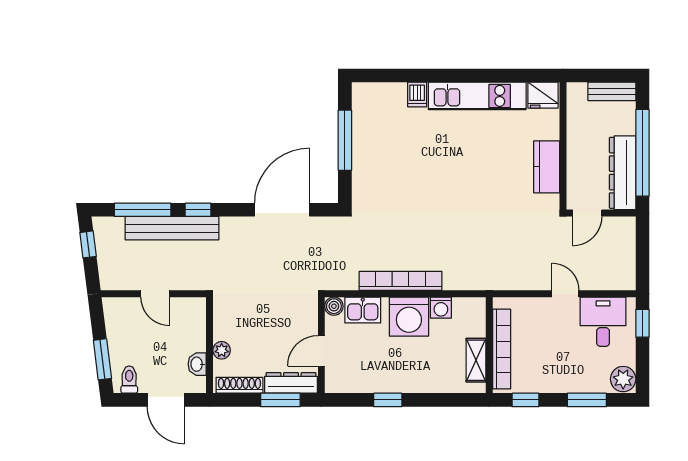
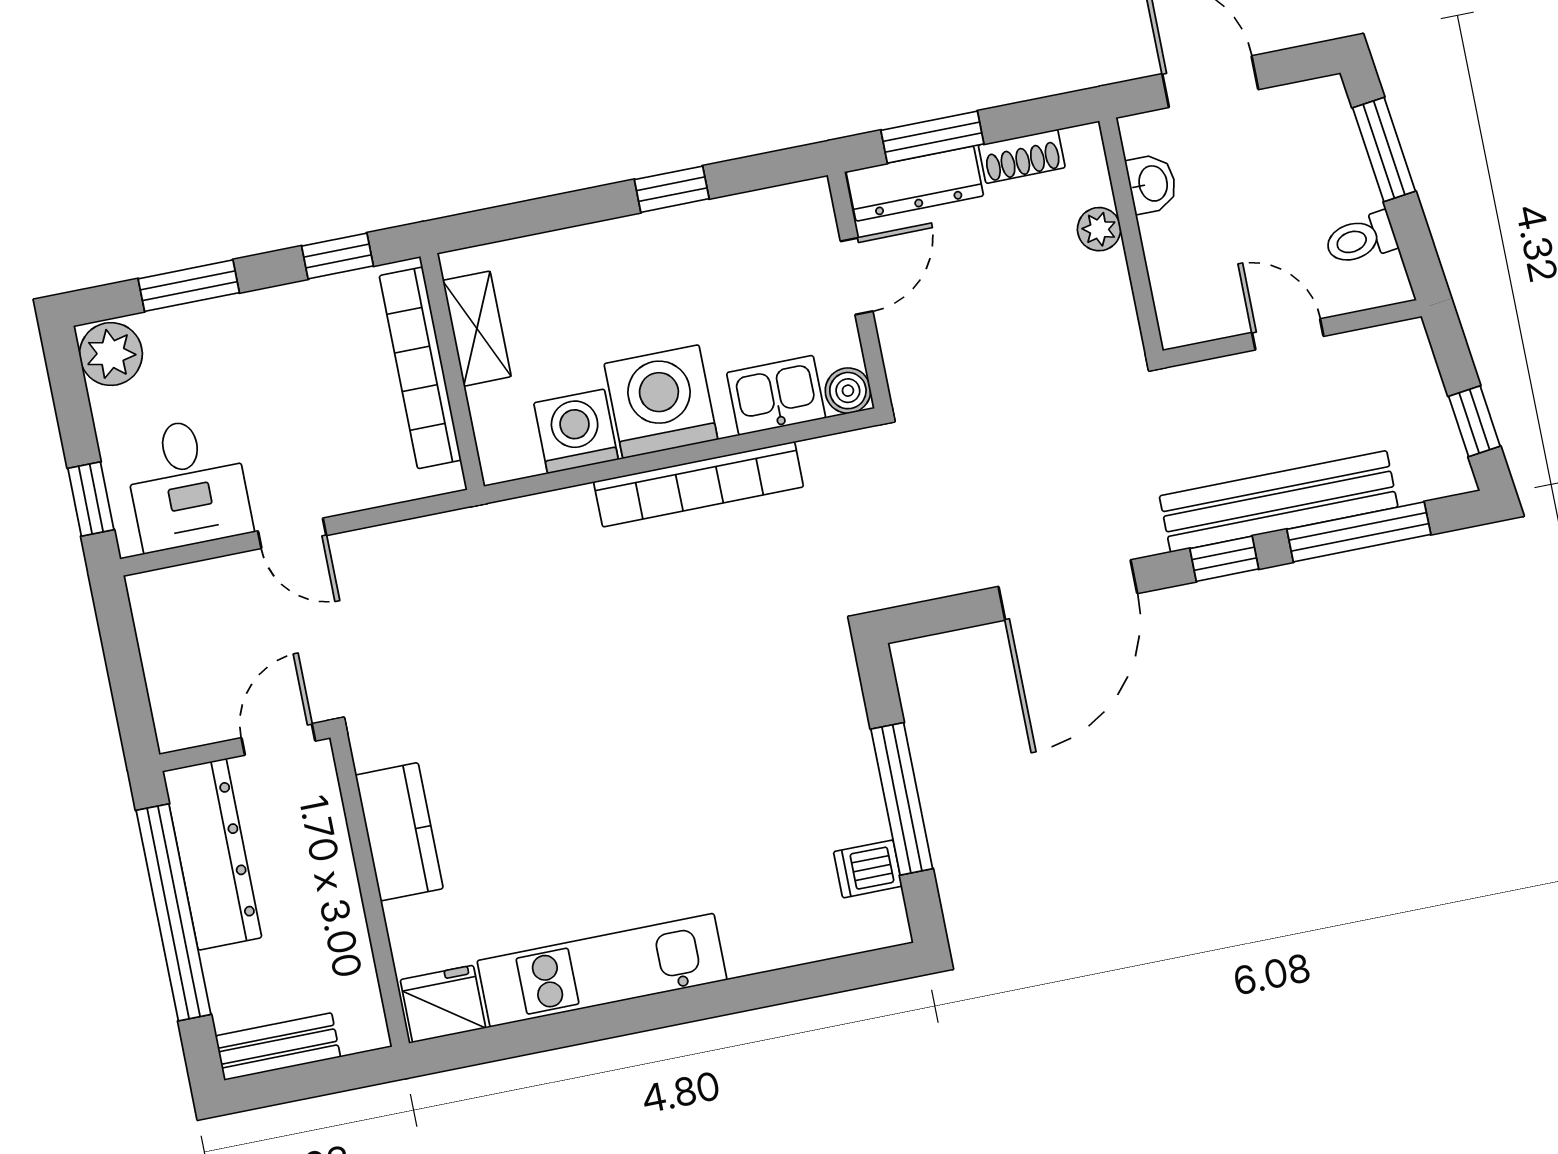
dishwasher: (417, 95) -> (868, 869), moved, turned -90
door: (282, 210) -> (1068, 590), moved
washing machine: (441, 308) -> (576, 431), width x1.38, depth x1.38
toilet: (129, 380) -> (1361, 239), moved, turned 83
shoe rack: (239, 385) -> (1022, 156), width x0.70

